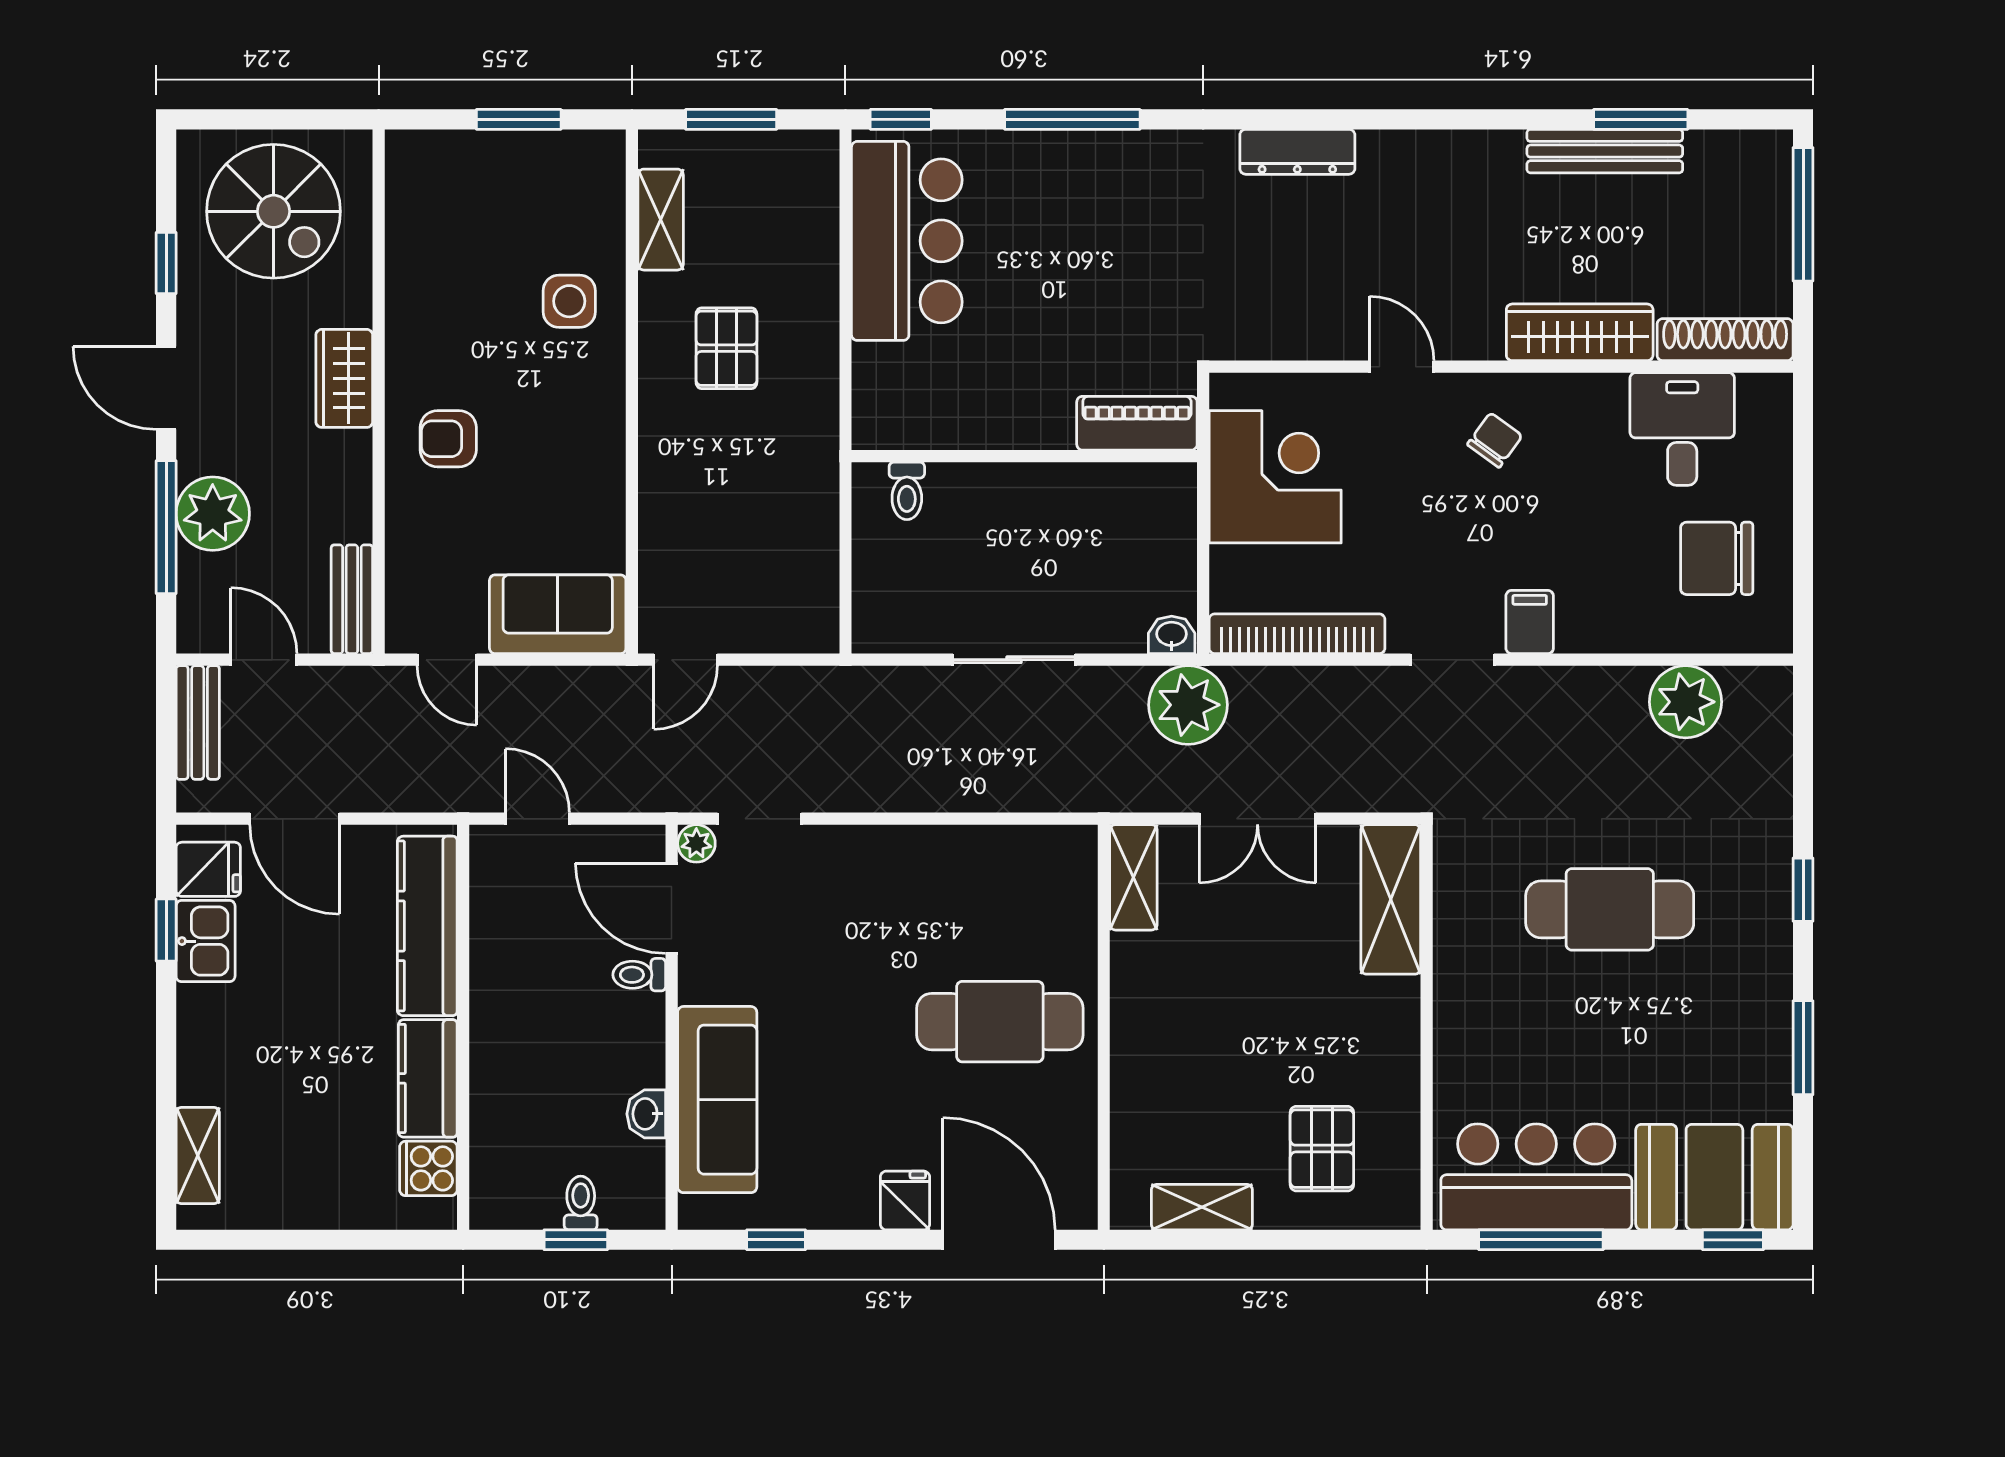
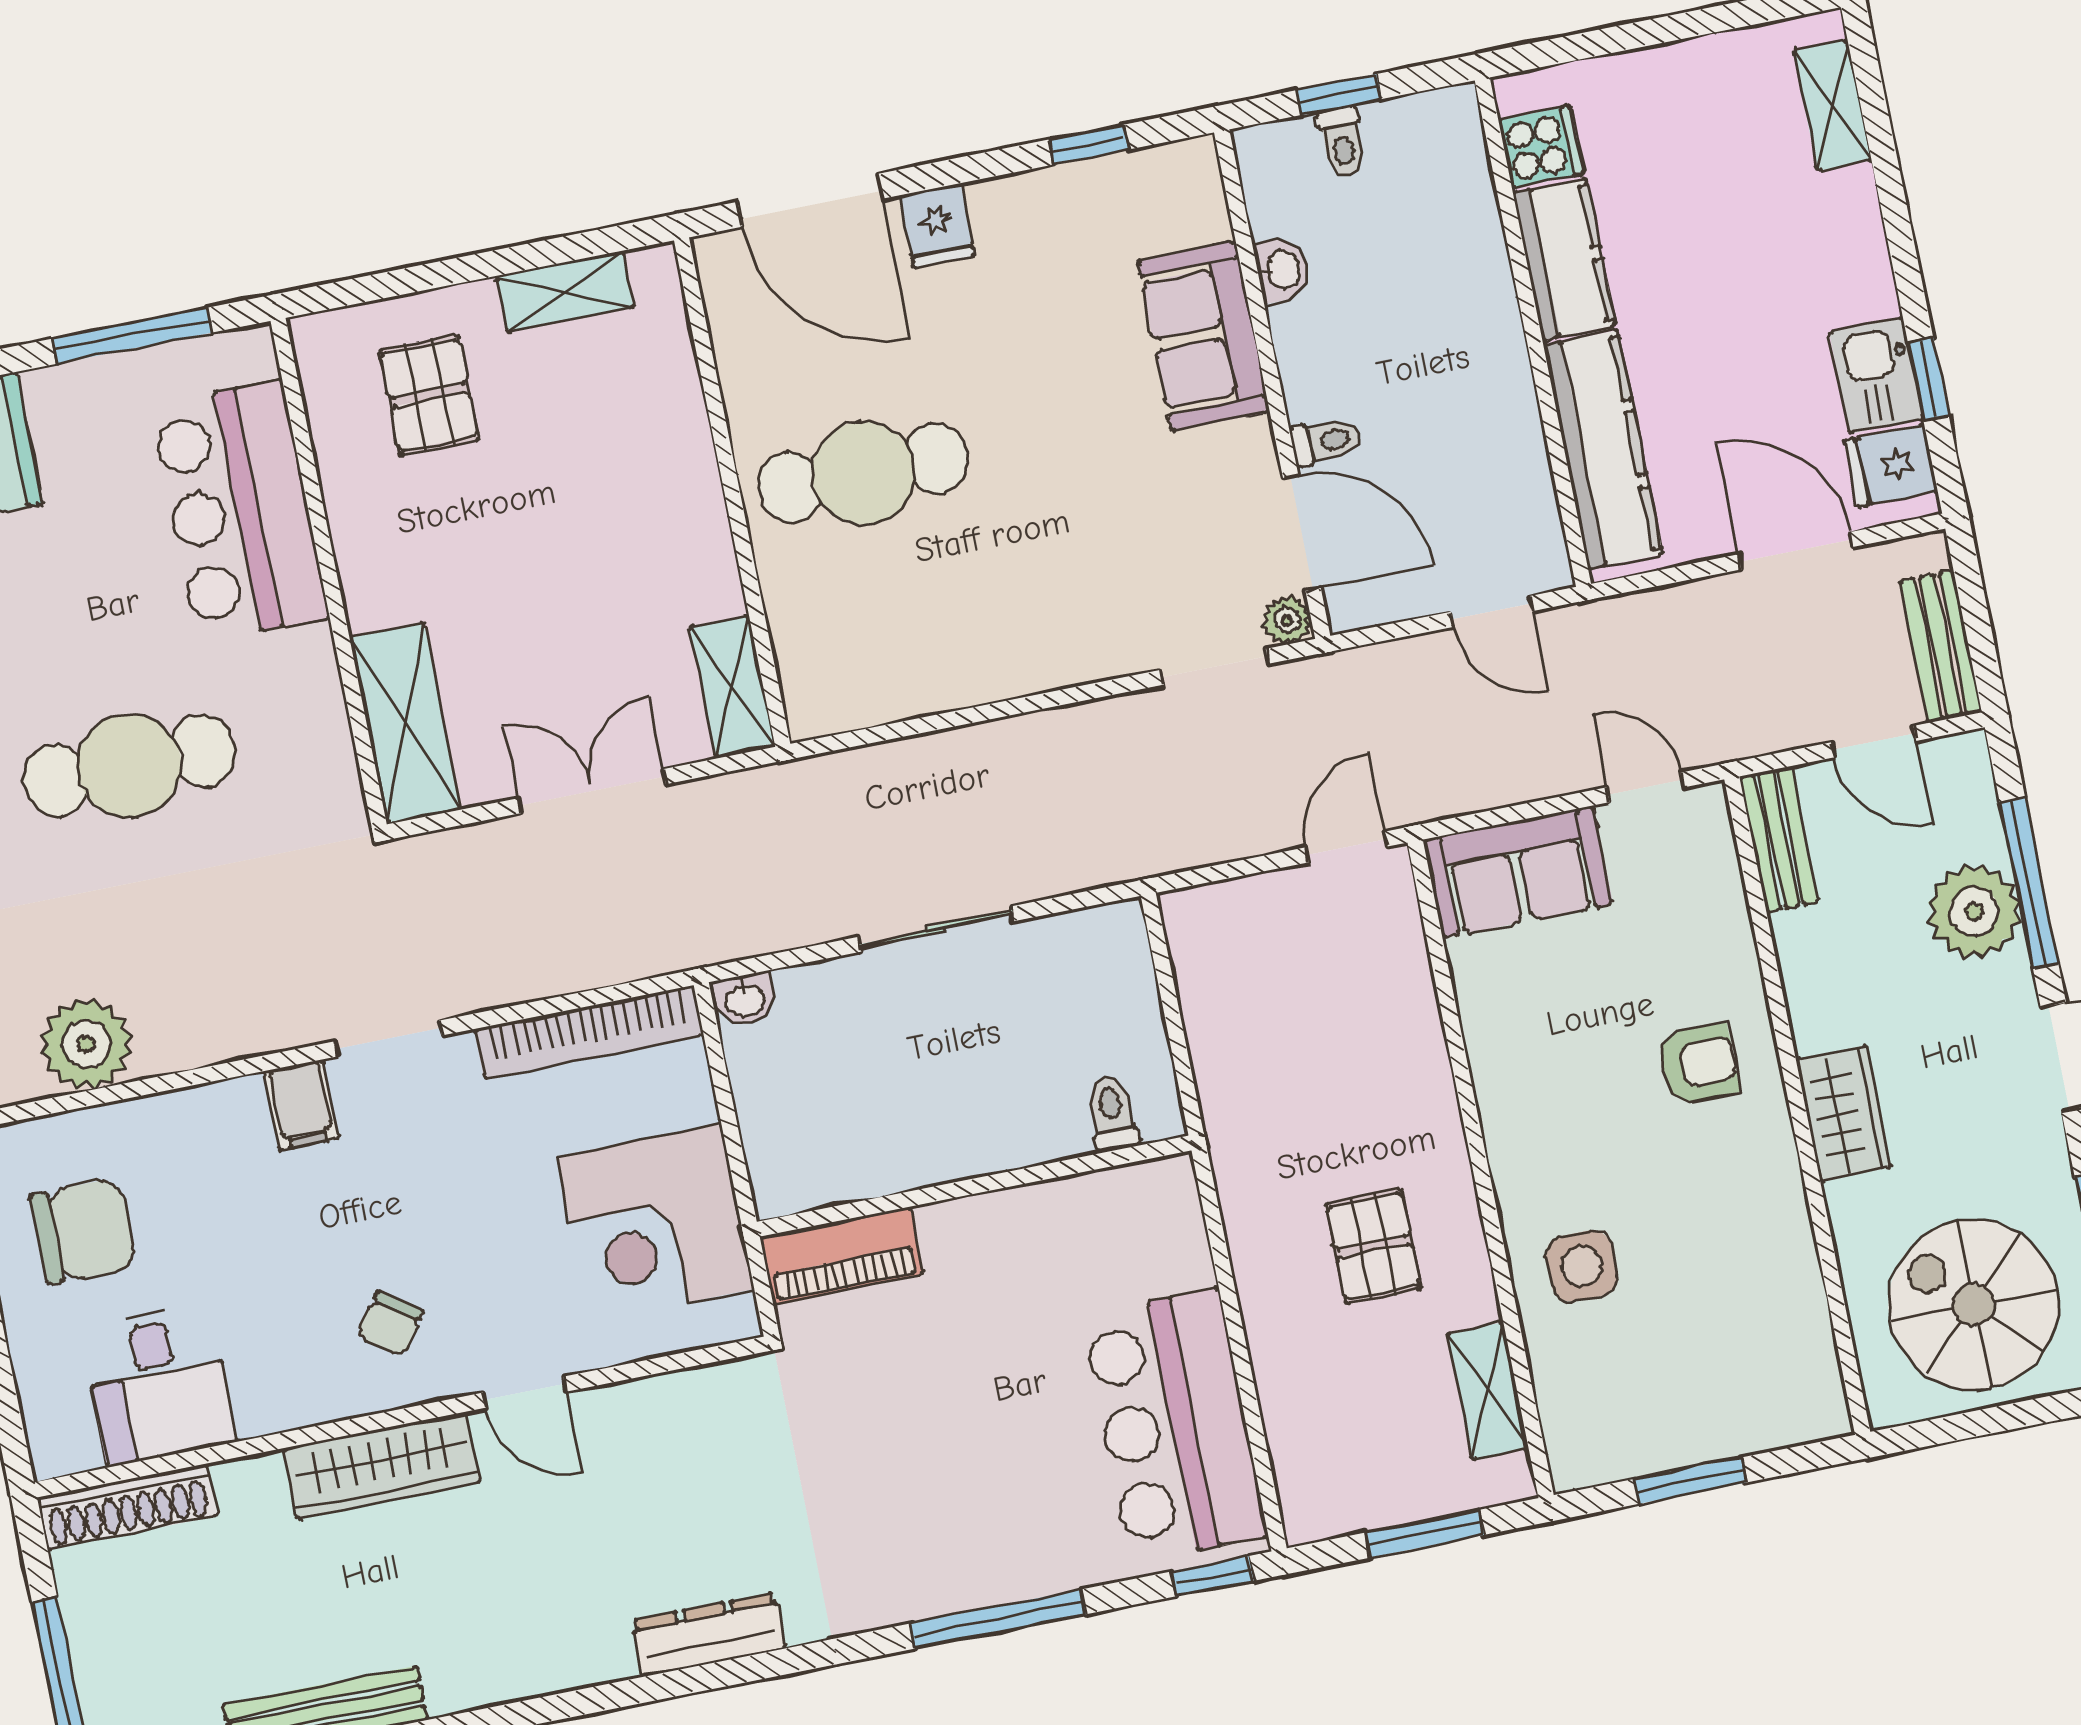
wardrobe: (1580, 332) -> (382, 1465), moved
plant: (1188, 705) -> (707, 916), removed
sofa: (717, 1100) -> (1203, 336), width x0.73
bar counter: (1536, 1177) -> (240, 511), moved, turned 90

